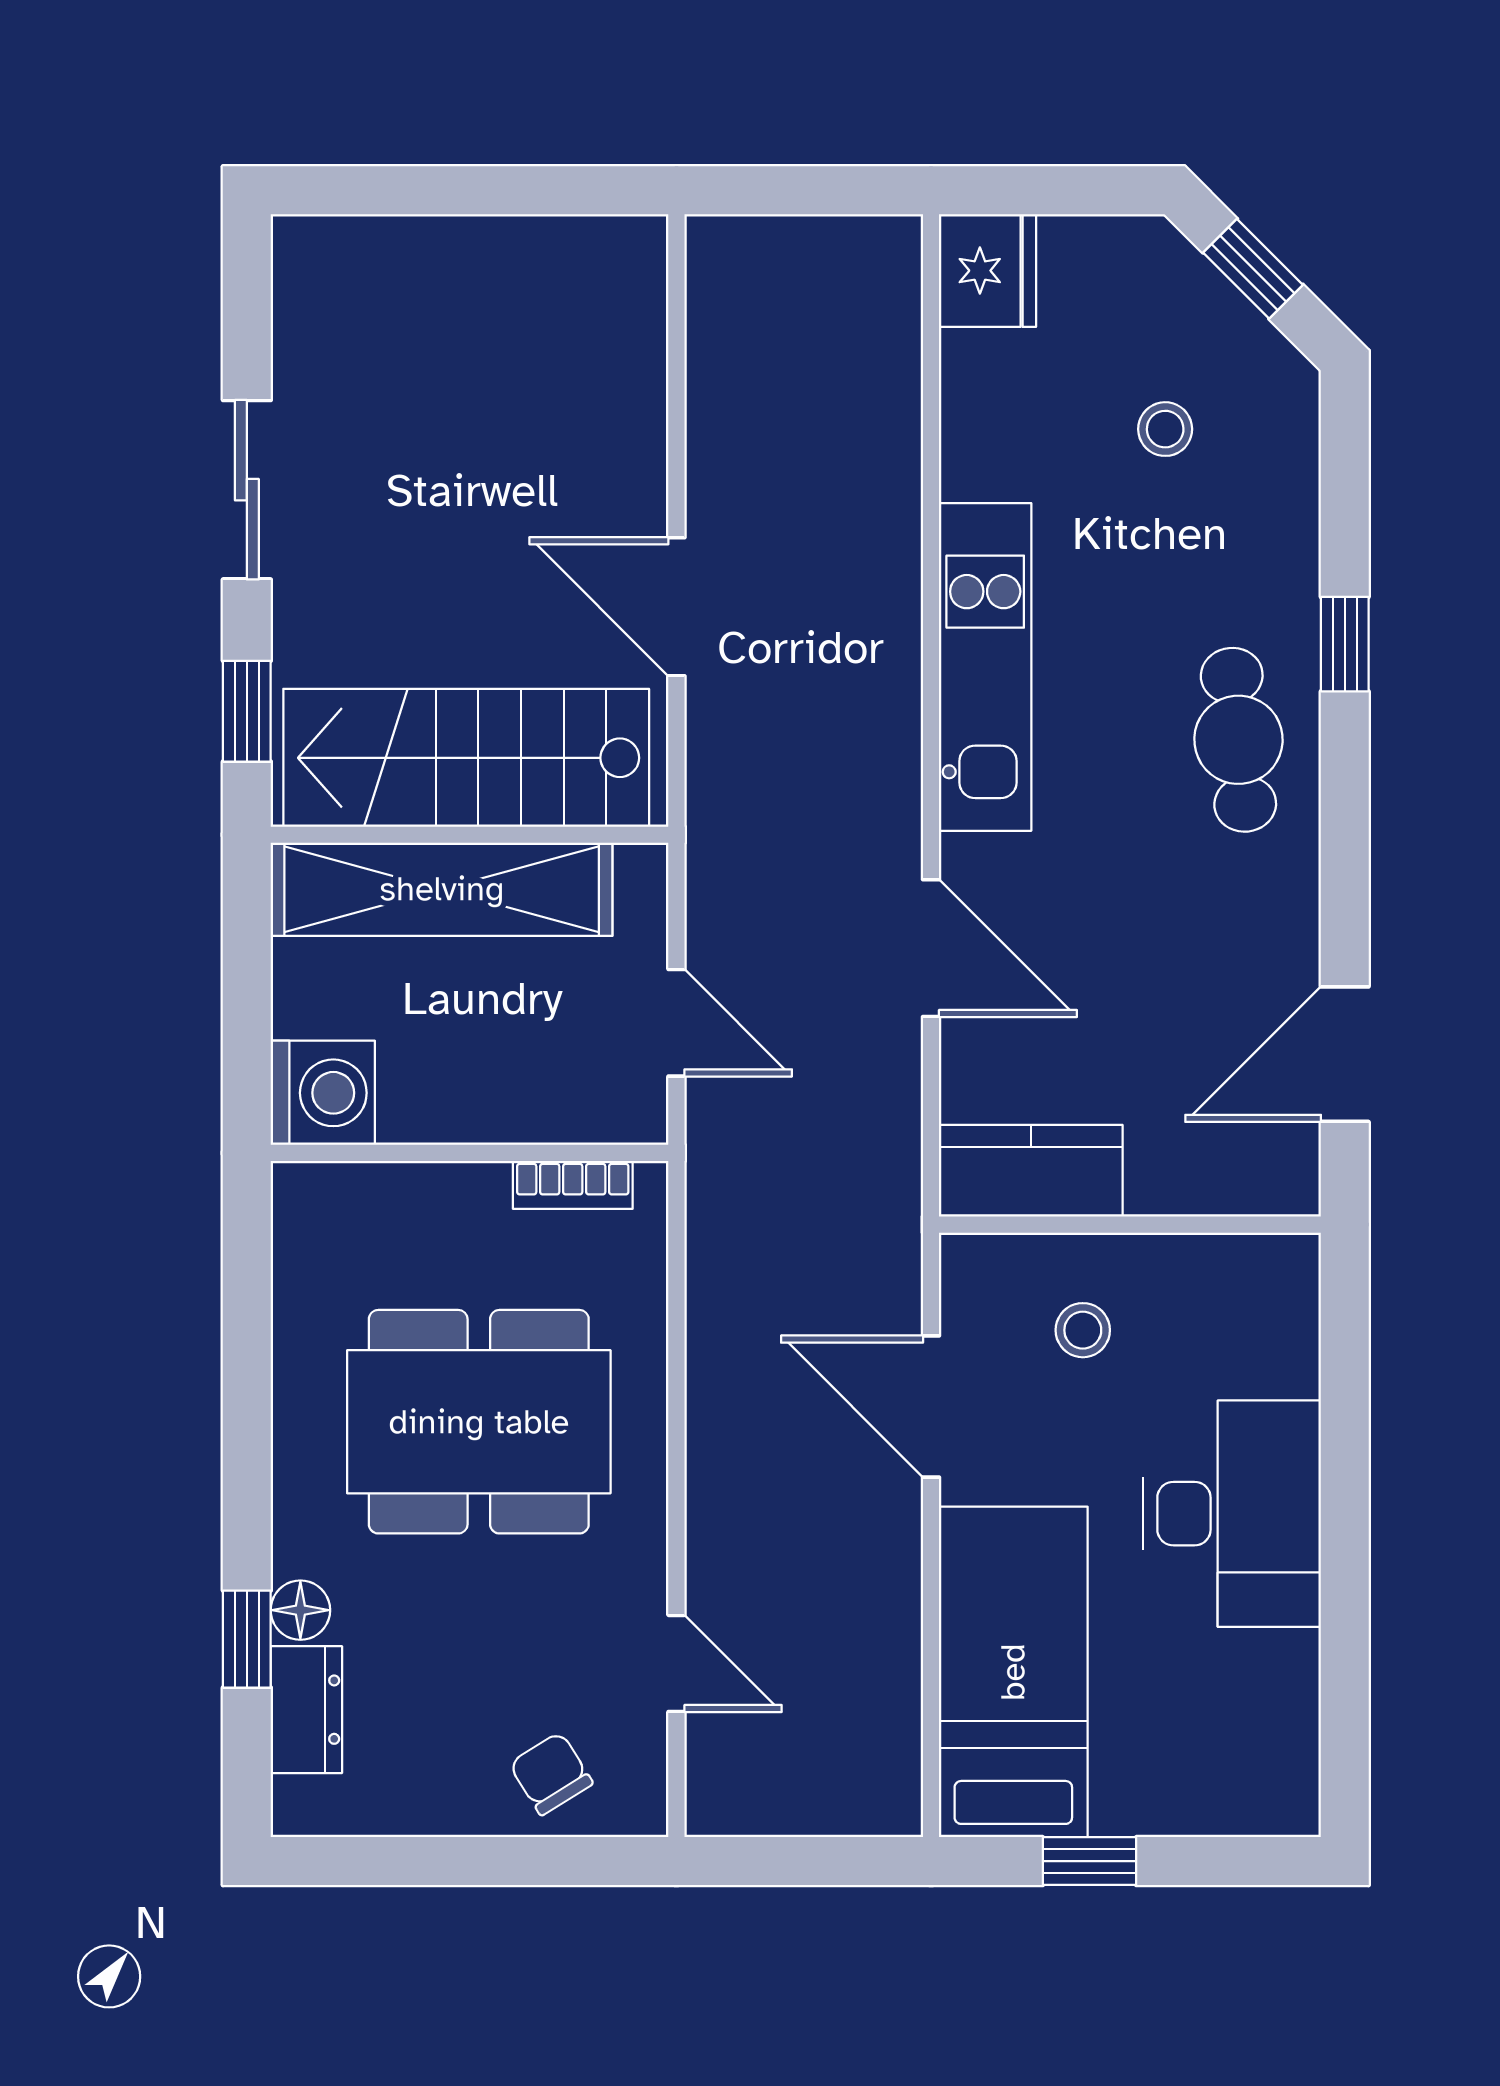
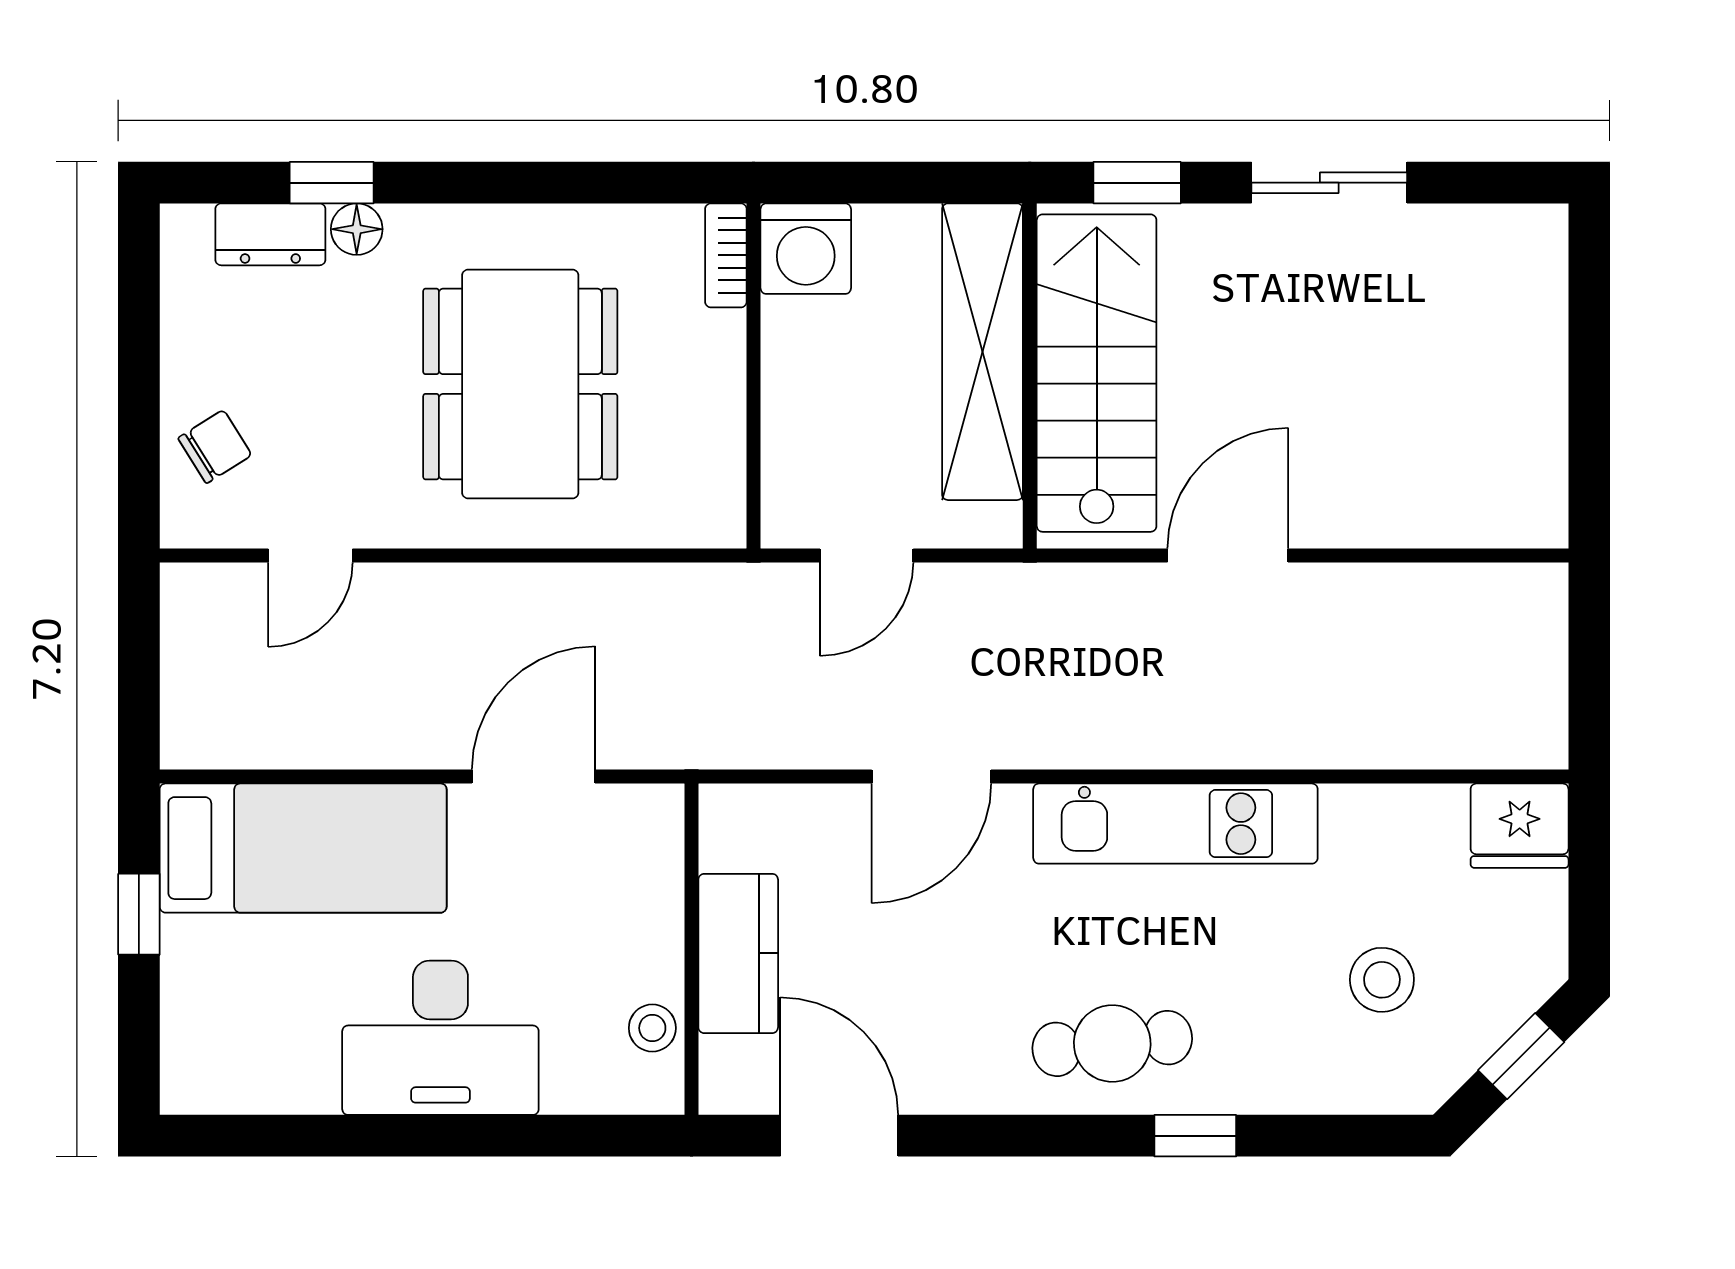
stool: (1165, 429) -> (1382, 980), width x1.37, depth x1.37
kitchen counter: (1031, 1171) -> (738, 953), moved
bookcase: (573, 1185) -> (726, 255), moved
stool: (1083, 1330) -> (652, 1028), moved

